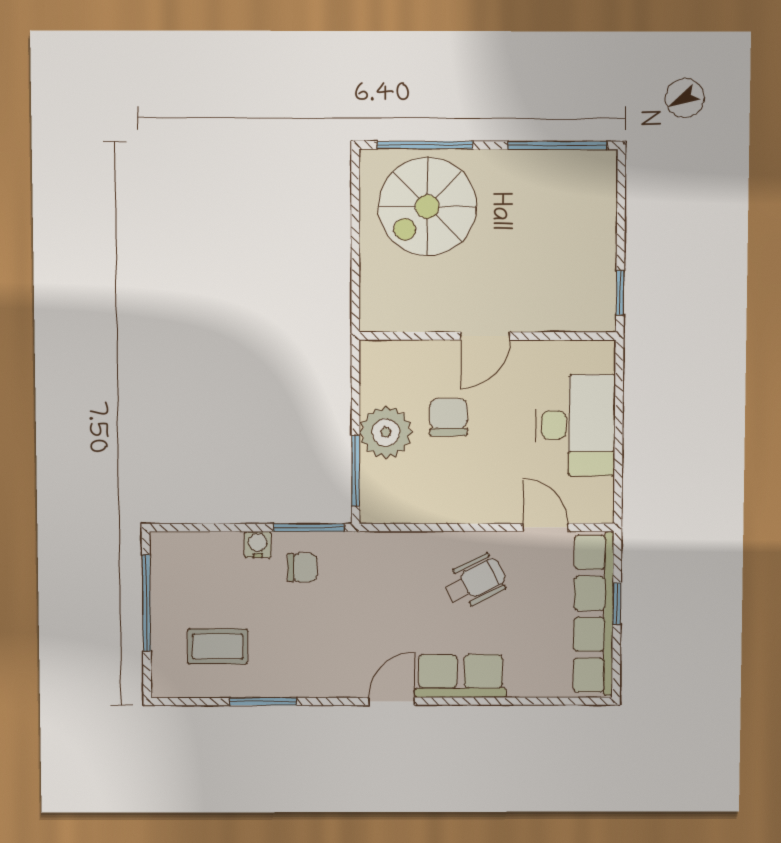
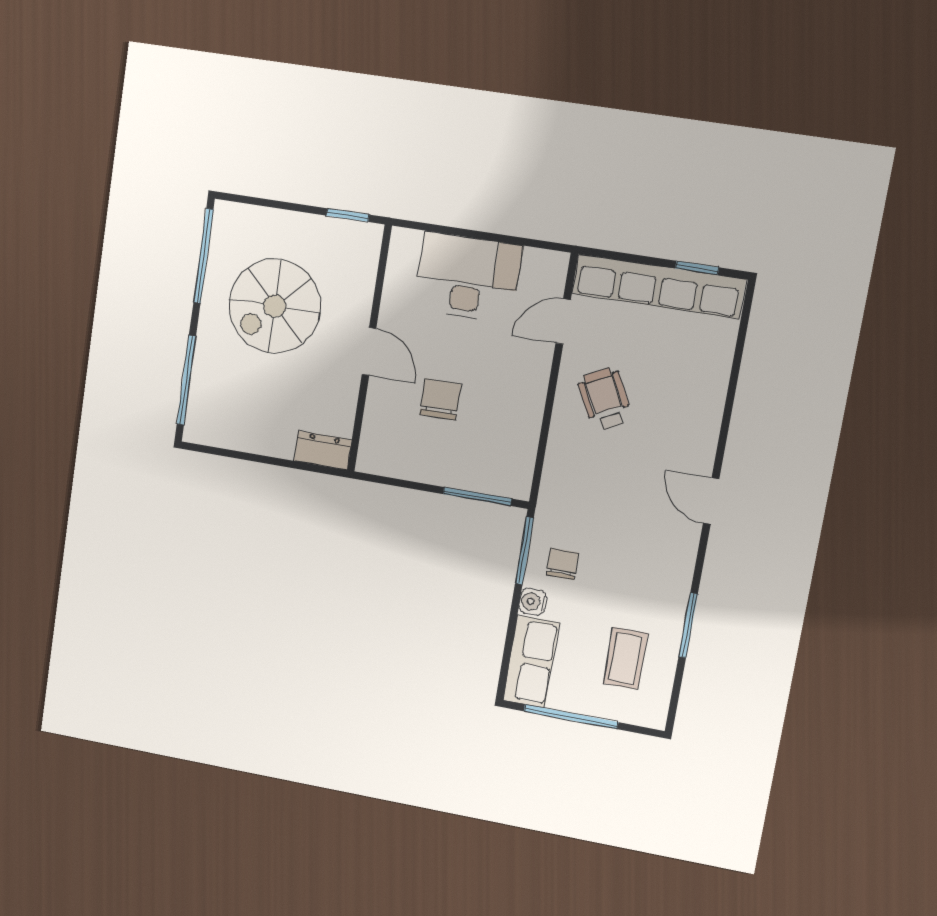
spiral stairs: (427, 207) -> (275, 306), moved, turned 90
dresser: (375, 303) -> (323, 450), added
chair: (448, 417) -> (440, 399), turned 90
plant: (386, 432) -> (445, 461), removed
window: (617, 604) -> (697, 268), moved
row of seats: (461, 676) -> (531, 662), moved, turned 180

